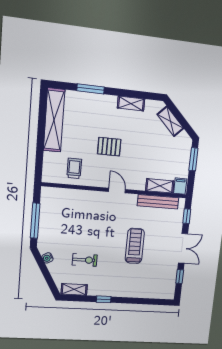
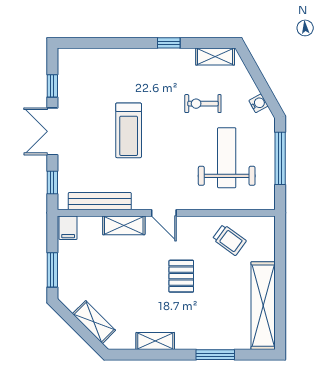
pallet: (109, 147) -> (181, 276), turned 90
trolley: (74, 168) -> (229, 240), turned -54
shelving: (160, 186) -> (124, 225), moved
weight bench: (72, 224) -> (227, 158), added

